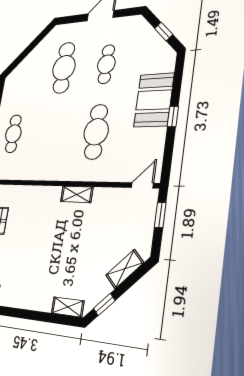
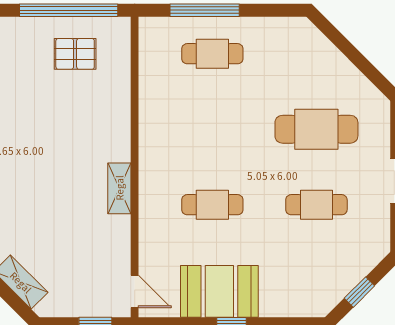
booth: (154, 100) -> (219, 291), moved
cafe table: (96, 132) -> (212, 205), width x0.73, depth x0.74

